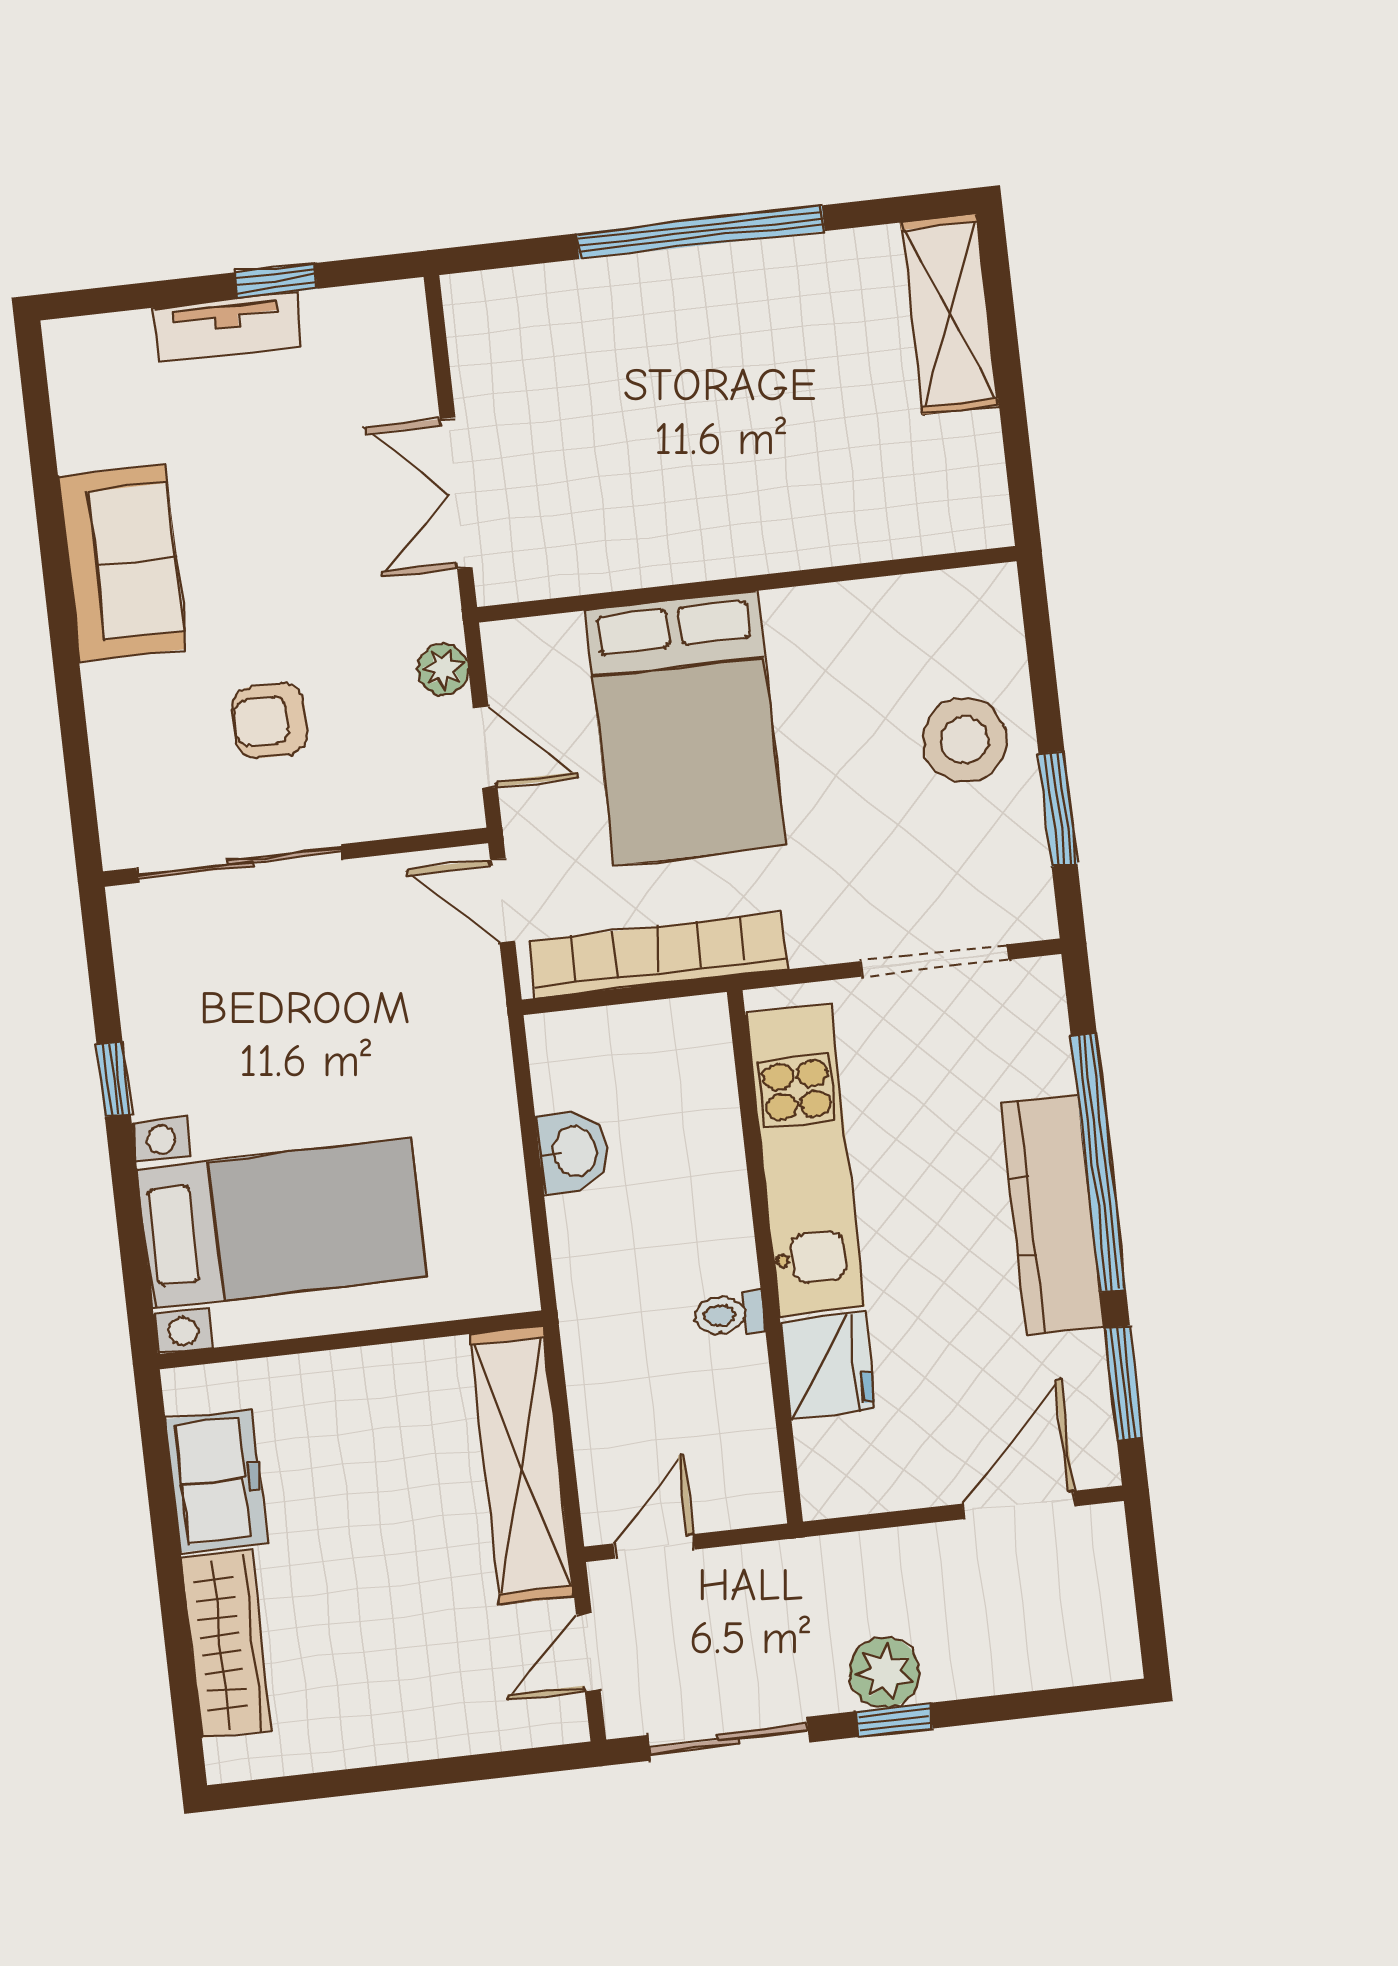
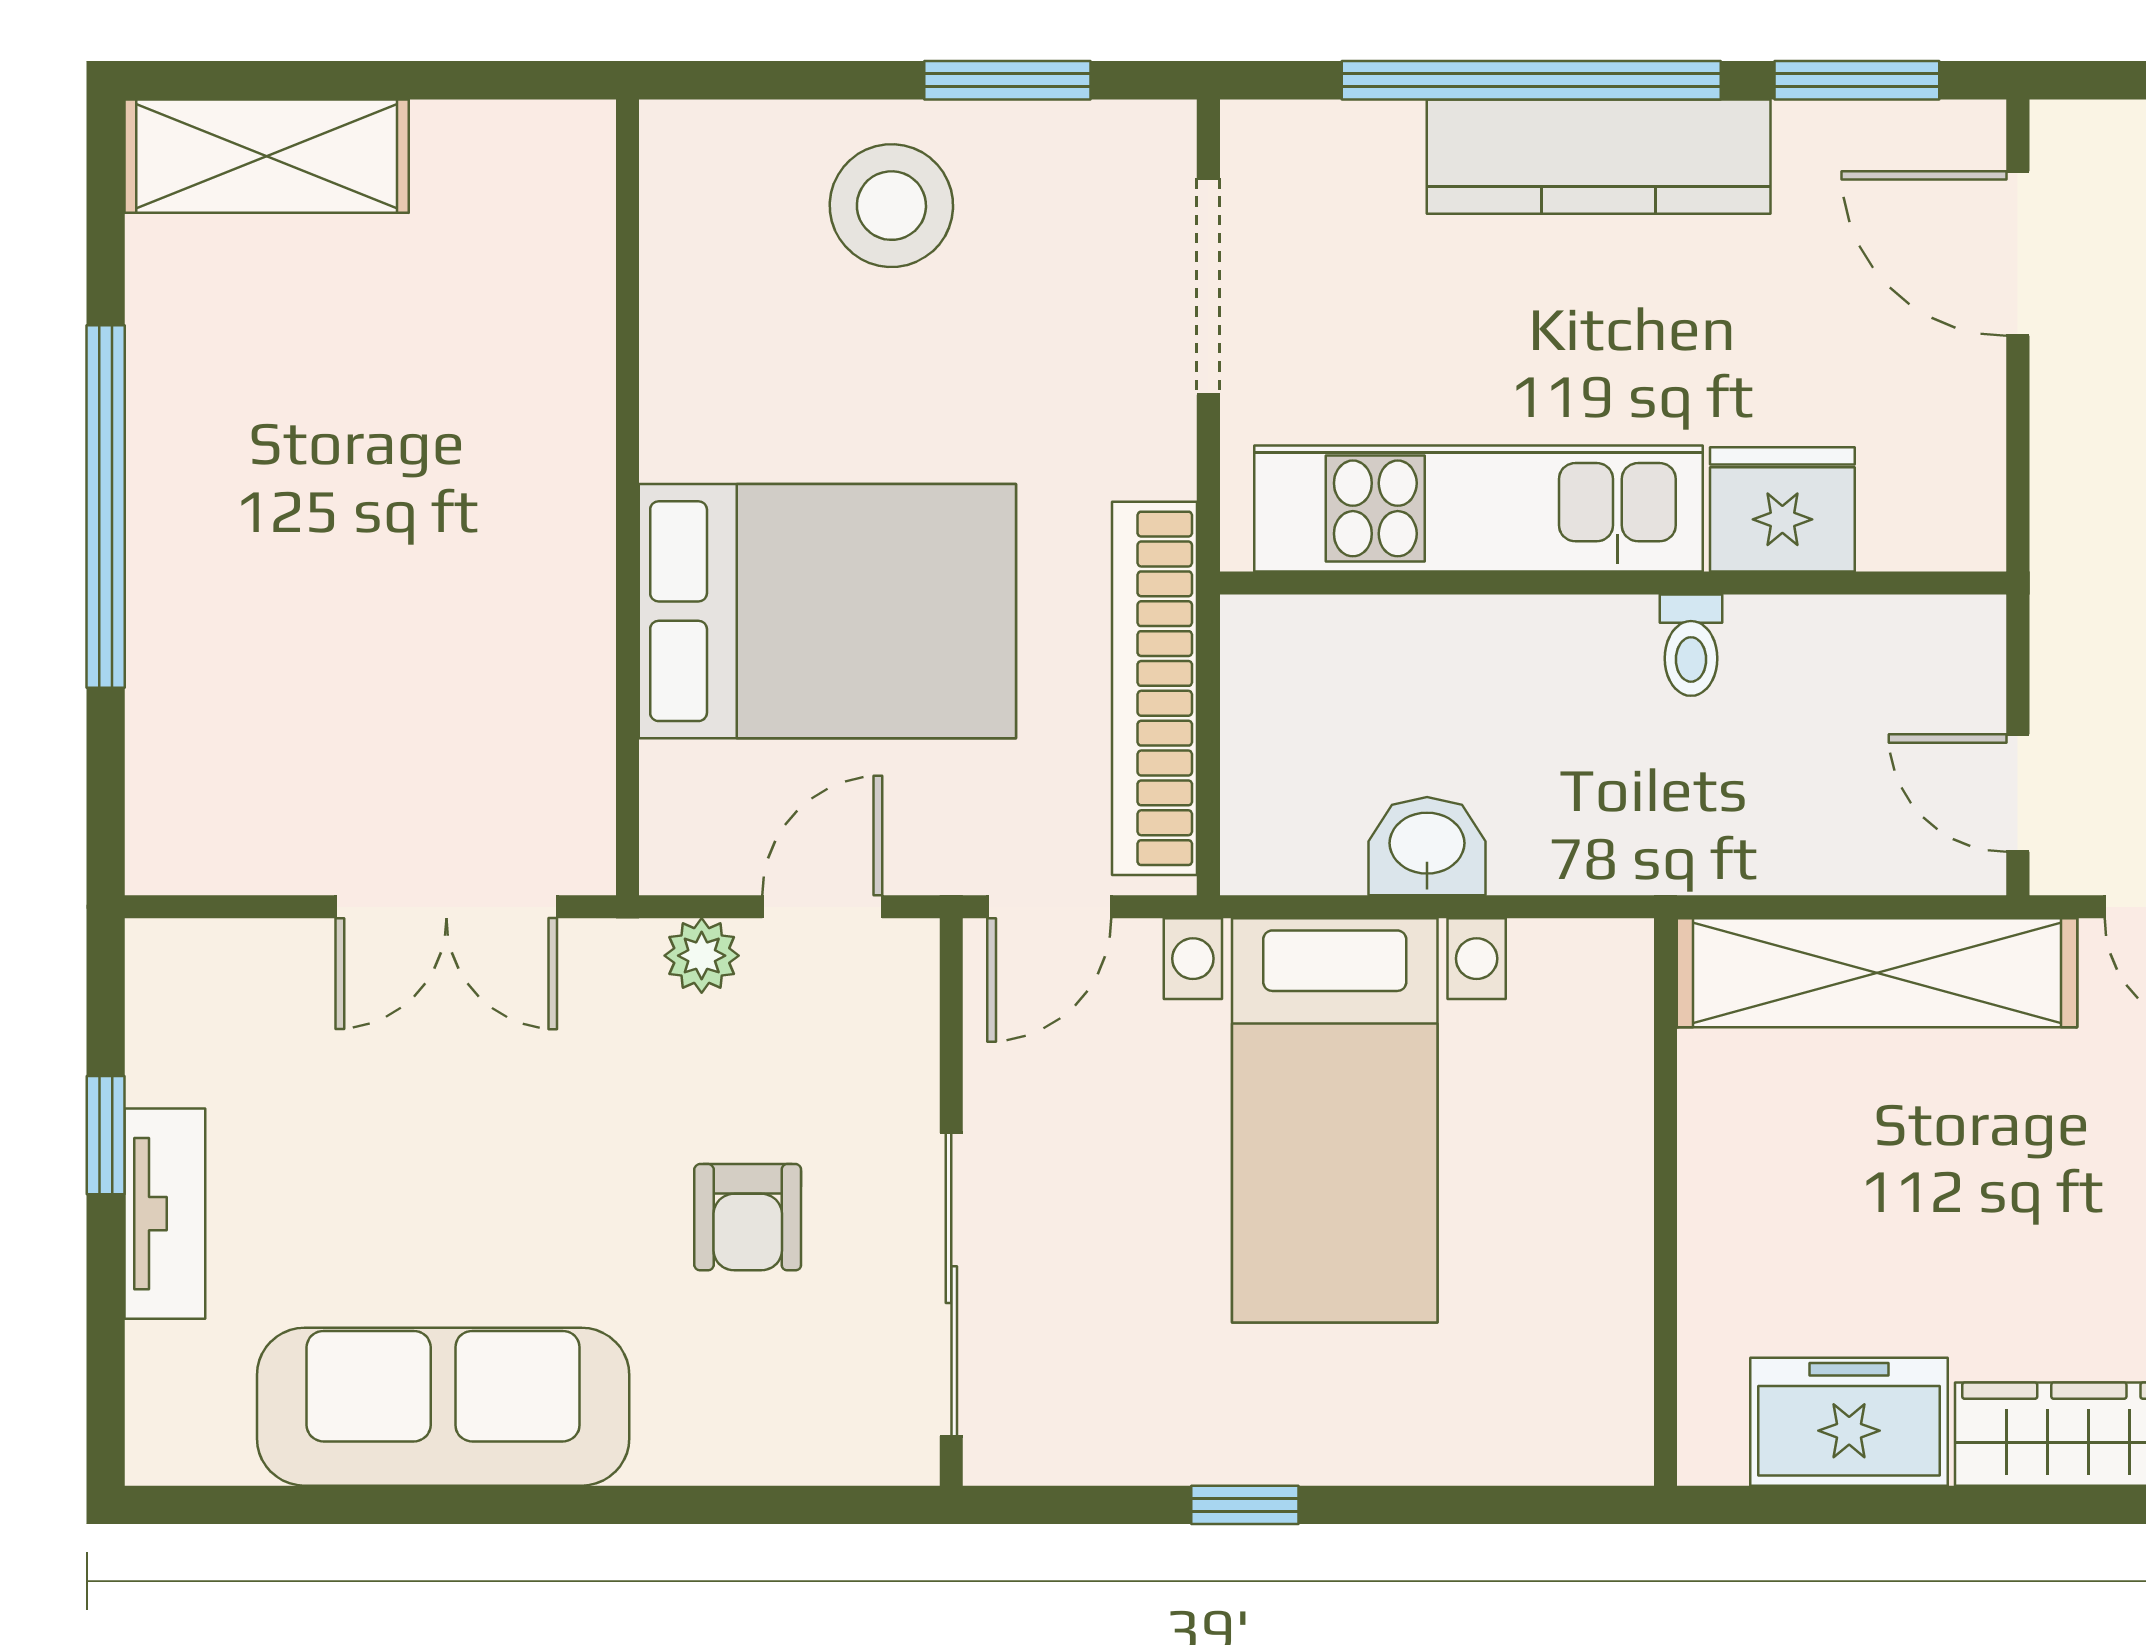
sofa: (122, 563) -> (443, 1407), width x1.36
bed with nightstands: (281, 1223) -> (1335, 1120), moved, turned 180

